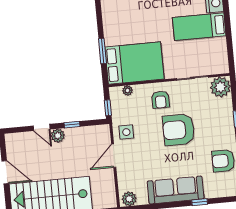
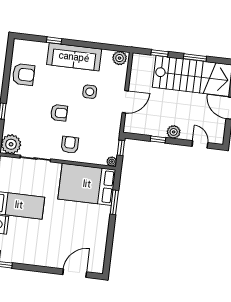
plant: (128, 90) -> (112, 162), moved
door: (42, 127) -> (200, 144), moved
armchair: (179, 130) -> (59, 113), width x0.53, depth x0.53
side table: (126, 132) -> (90, 92), moved

